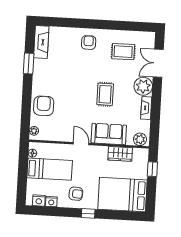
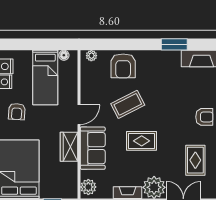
coffee table: (75, 104) -> (128, 104), added
armchair: (44, 106) -> (123, 66), turned 90
wardrobe: (120, 154) -> (69, 147), moved

